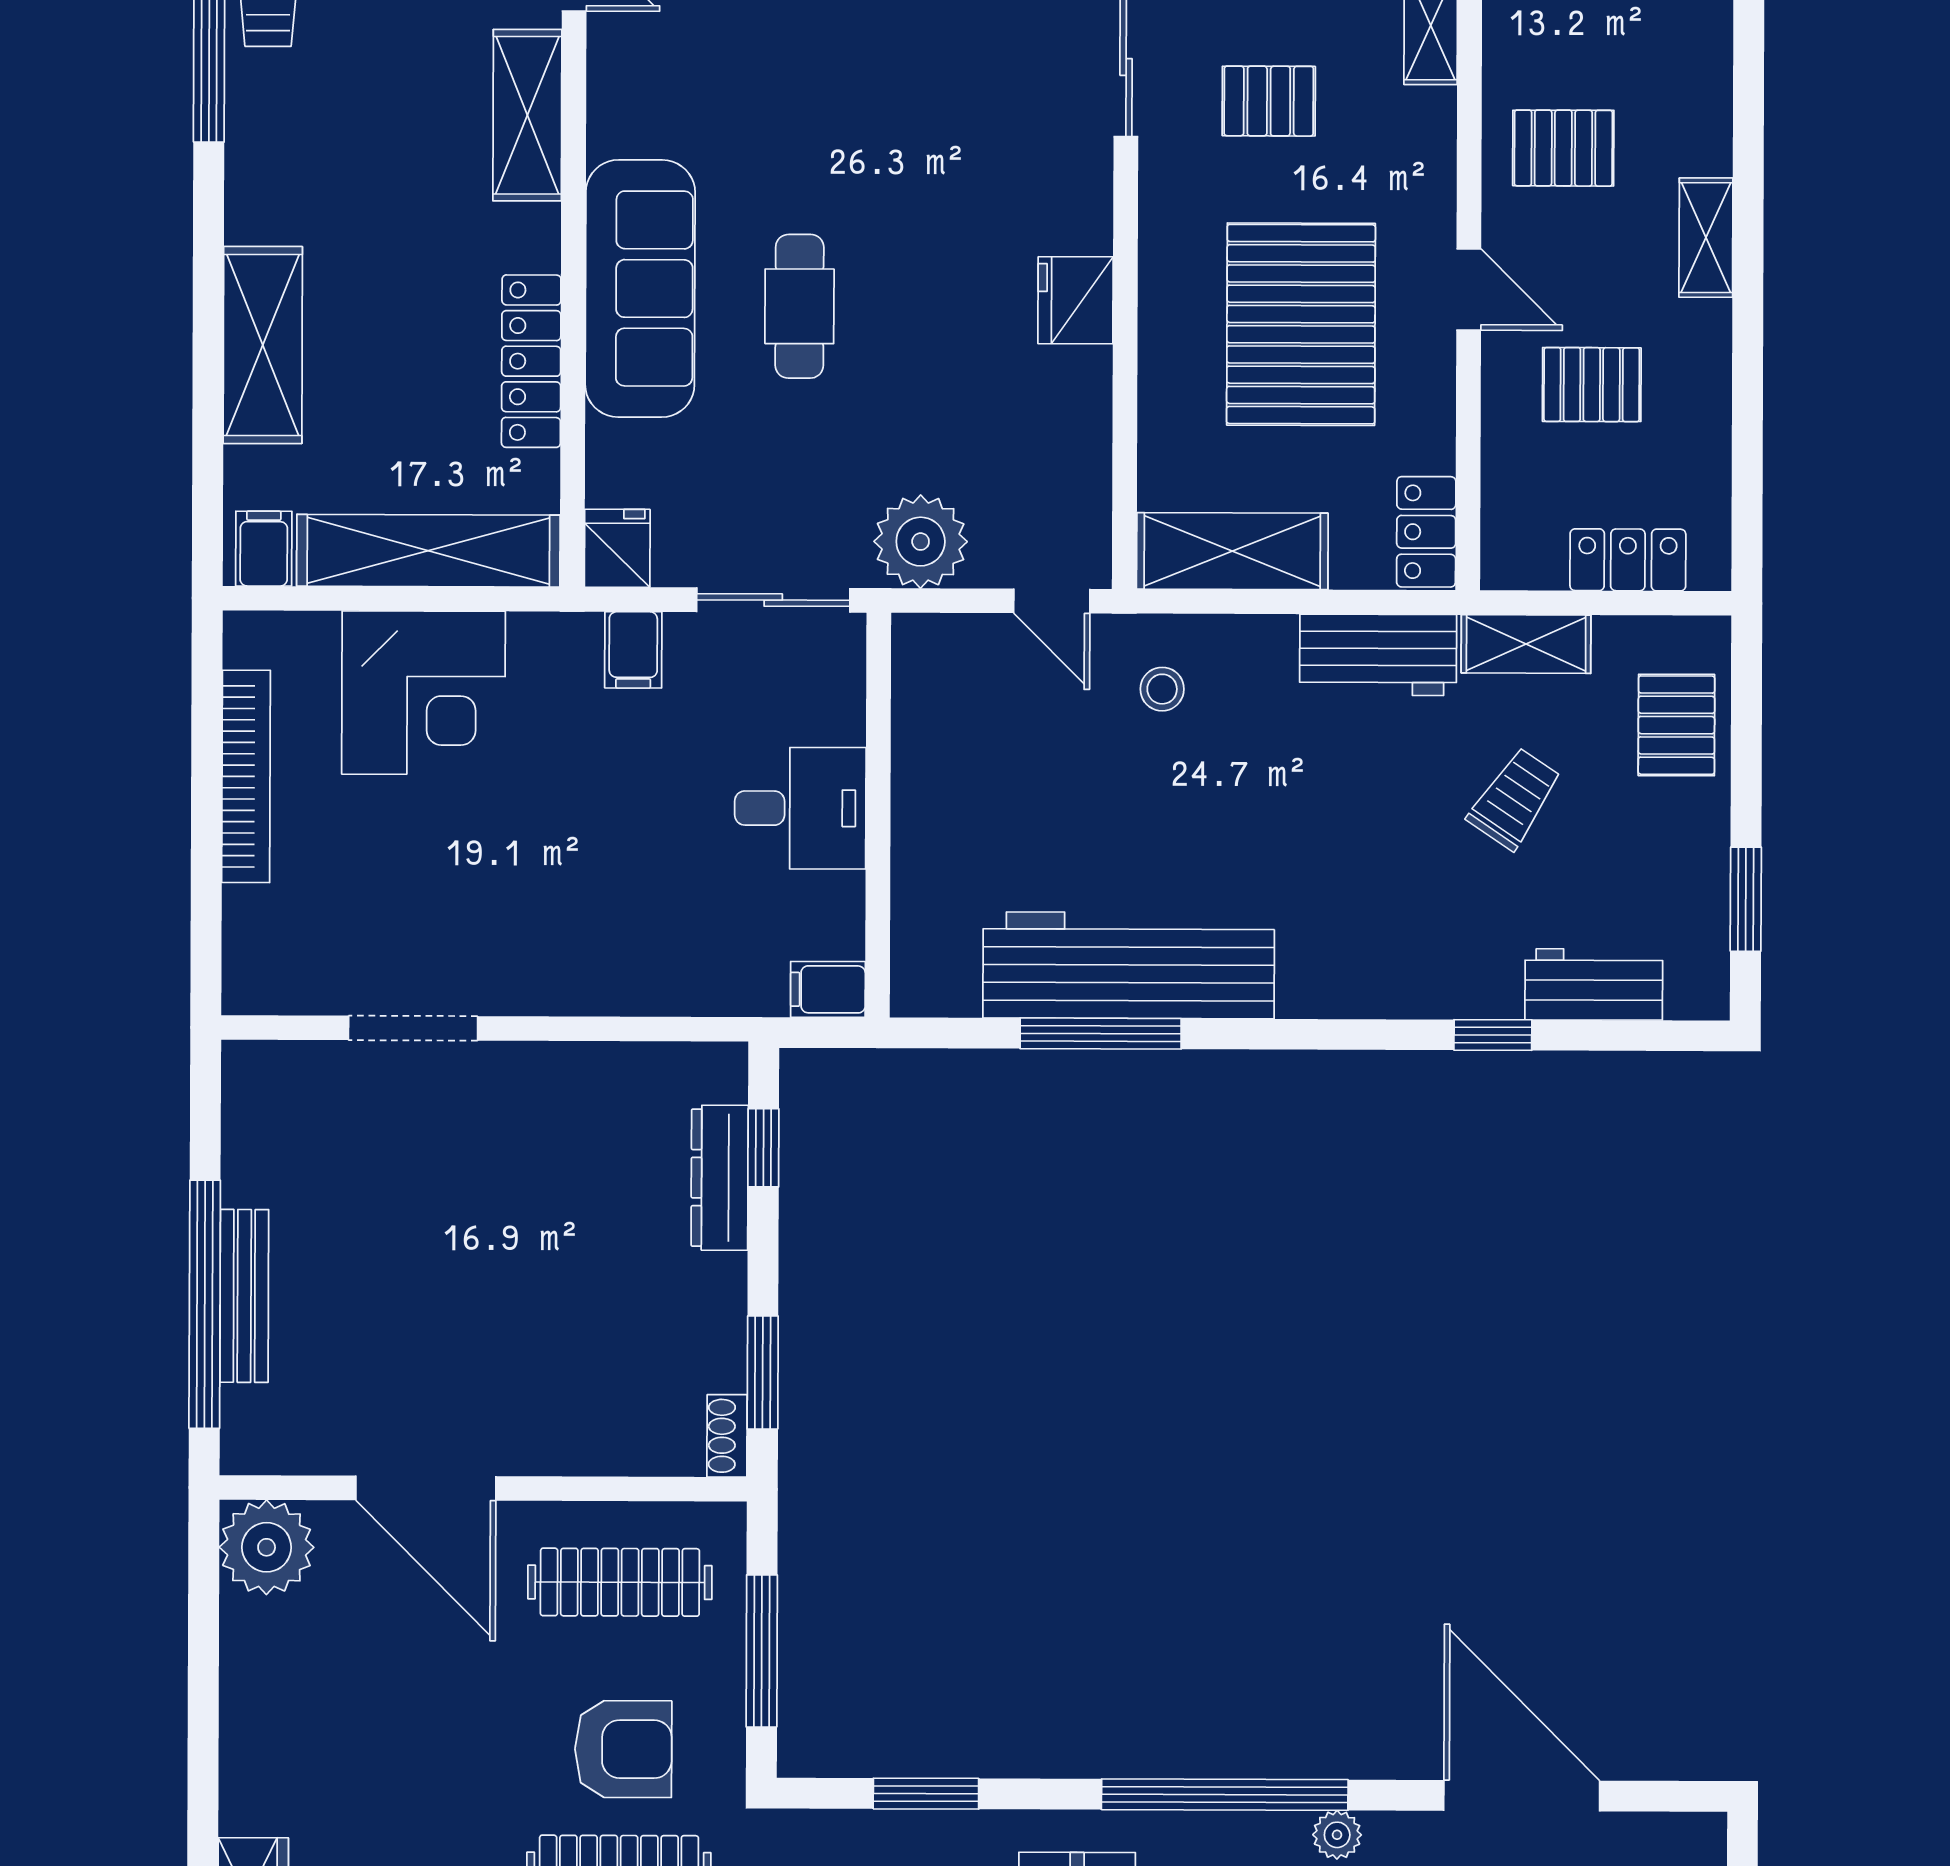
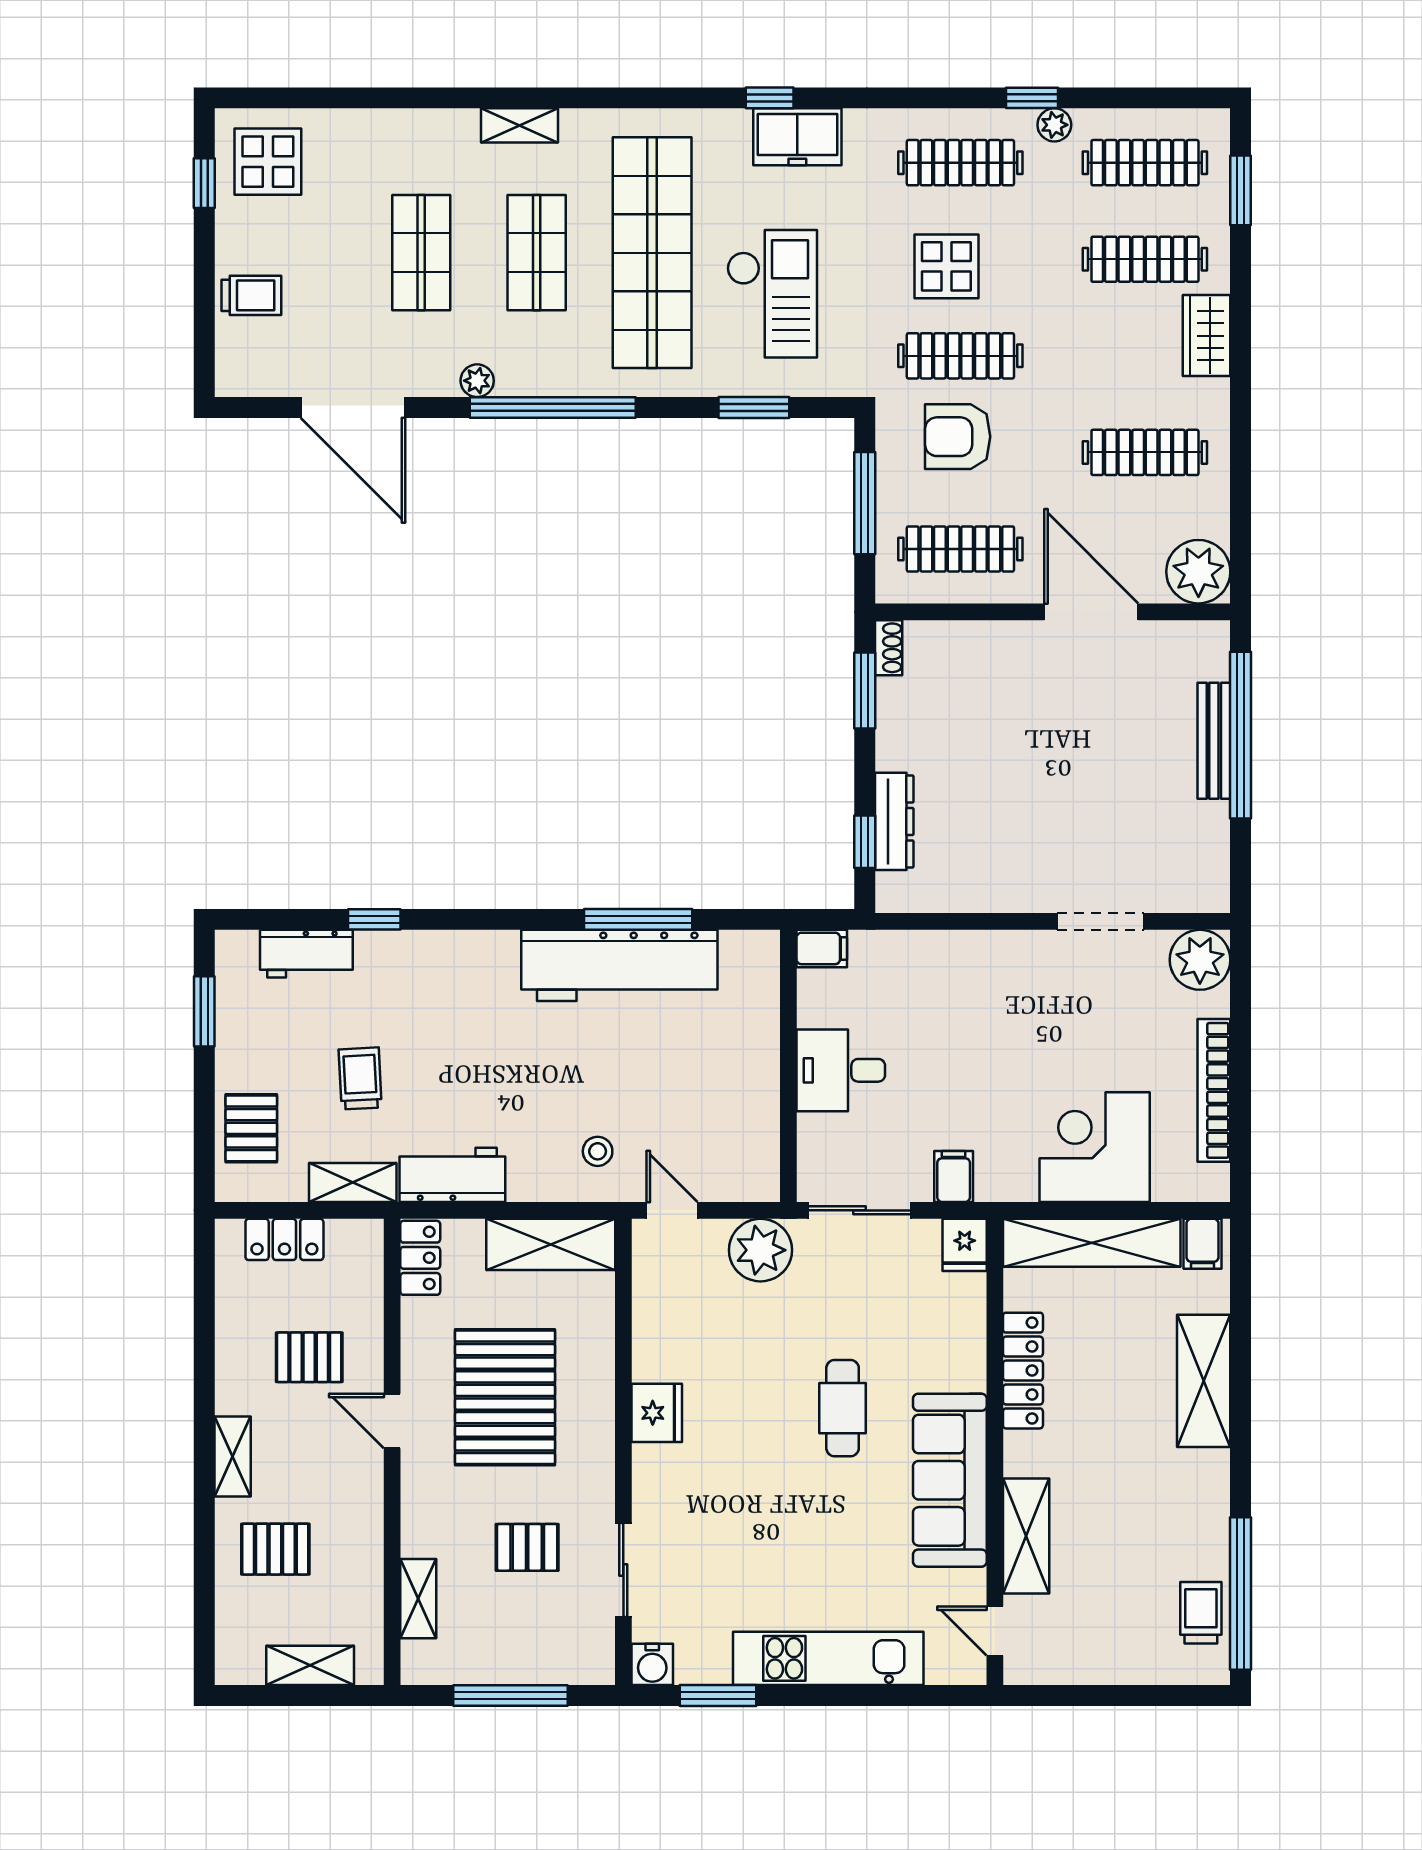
pallet: (1563, 148) -> (275, 1549), moved
sofa: (640, 288) -> (950, 1480), moved
trolley: (1515, 799) -> (360, 1078), turned 143
plant: (266, 971) -> (1200, 960), added
clothes rail: (345, 1725) -> (1145, 452), added

